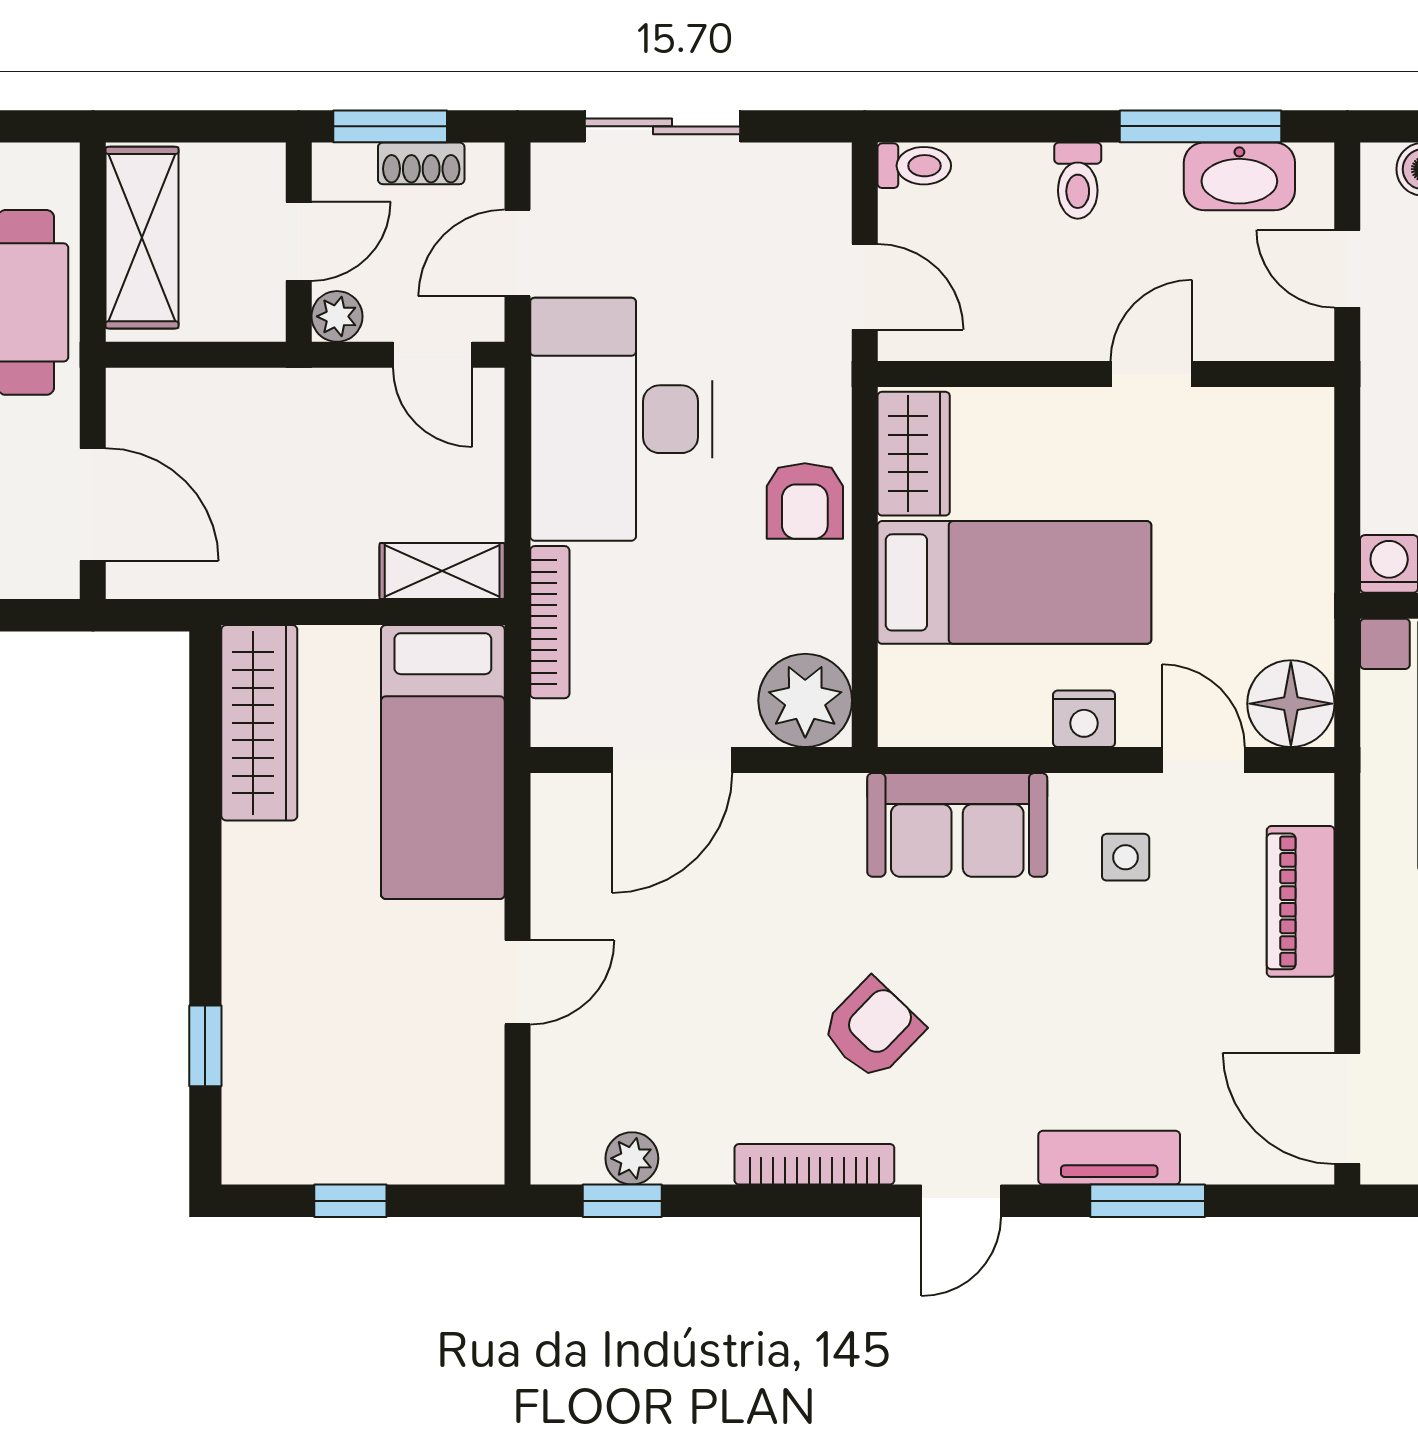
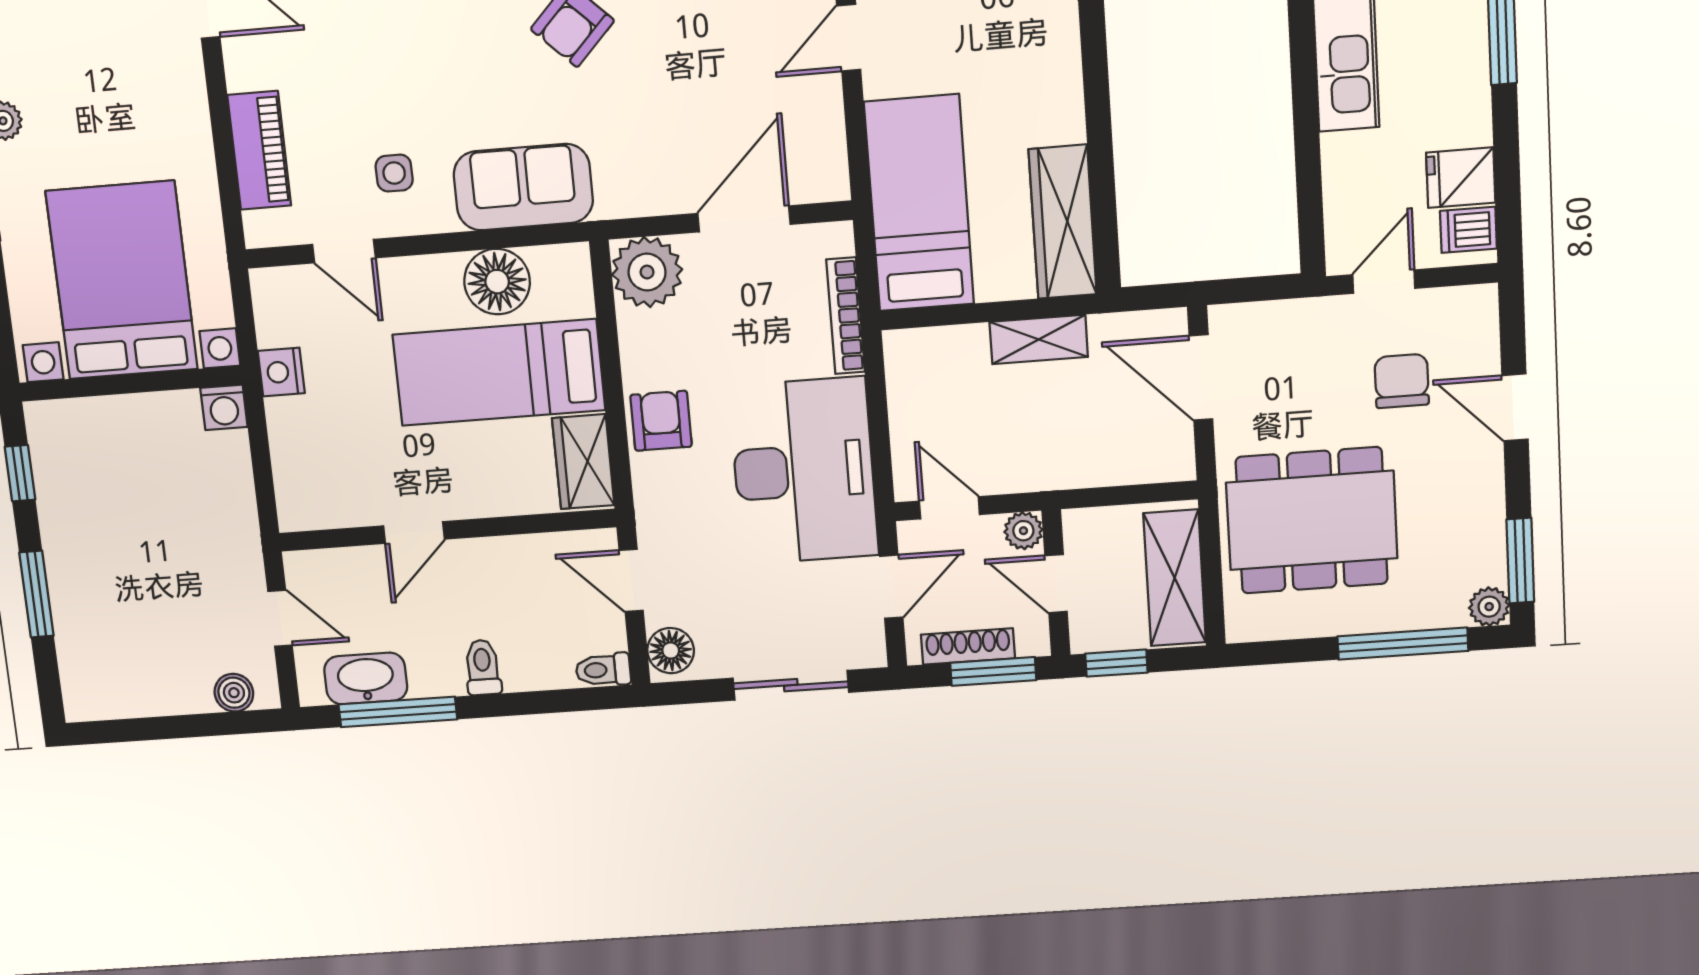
window: (226, 126) -> (1116, 663), added
shoe rack: (421, 163) -> (968, 646), width x1.43
floor lamp: (820, 186) -> (671, 651), added
door: (299, 241) -> (1056, 584), hinge flipped
shelving: (442, 571) -> (1039, 339), moved
floor lamp: (1291, 704) -> (497, 282), moved
nightstand: (1084, 719) -> (281, 372), moved, turned -90

